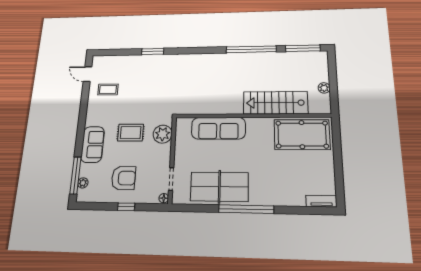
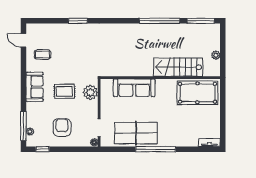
sofa: (93, 144) -> (34, 87), moved
armchair: (124, 178) -> (62, 127), turned -90
window: (126, 207) -> (42, 149), moved

